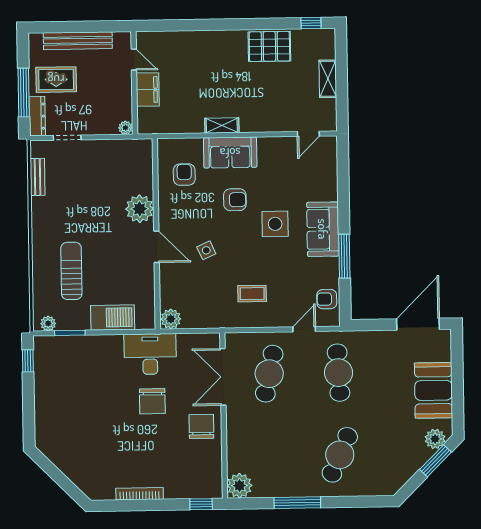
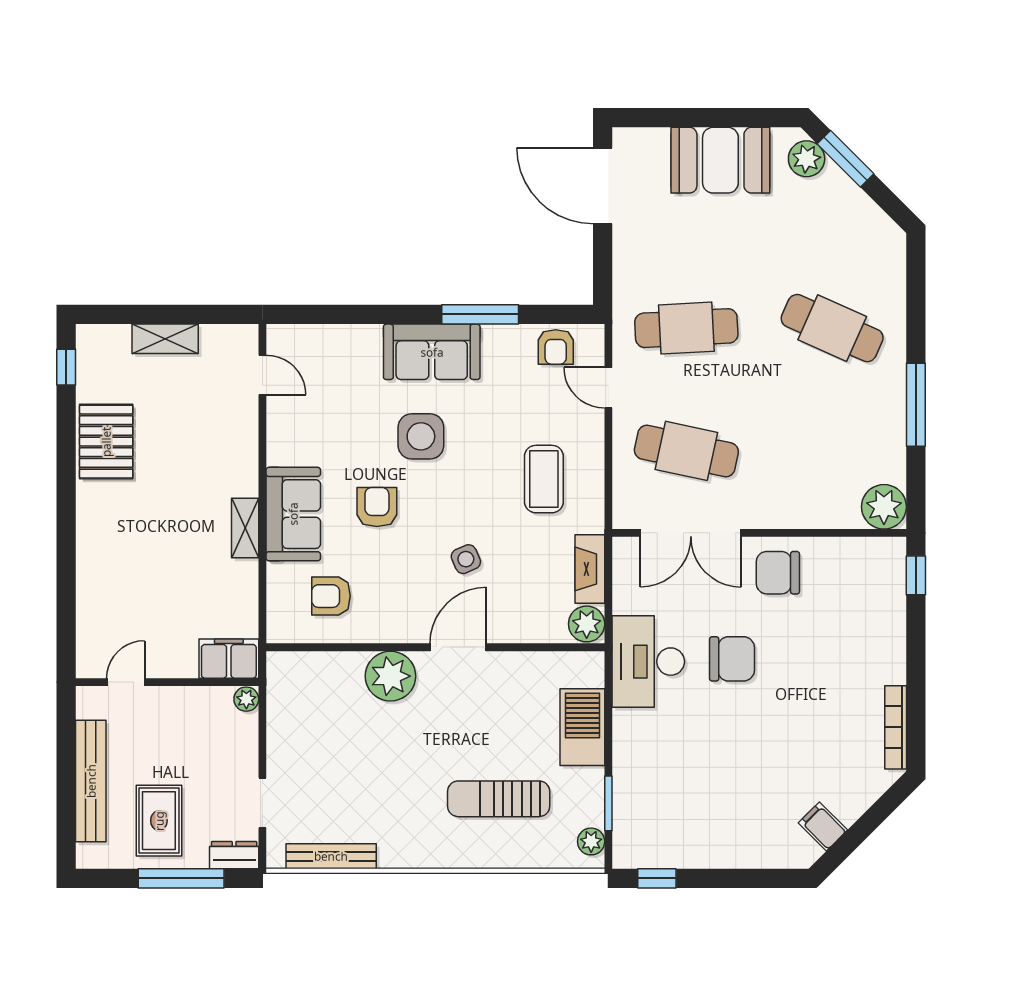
filing cabinet: (148, 90) -> (229, 659), moved
dresser: (37, 116) -> (234, 855), width x0.70
bench: (38, 177) -> (331, 856), width x1.36
coffee table: (252, 294) -> (544, 479), width x1.36, depth x1.30
fireplace: (202, 320) -> (590, 569), added
filing cabinet: (59, 454) -> (823, 826), added
bookcase: (140, 494) -> (896, 727), moved

